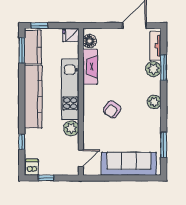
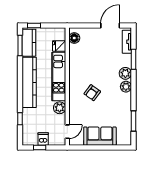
fridge: (71, 35) -> (59, 46), moved
fireplace: (90, 67) -> (75, 58), removed
plant: (153, 69) -> (125, 73), moved
sofa: (129, 164) -> (100, 136), width x0.73
dishwasher: (32, 167) -> (43, 139), moved

